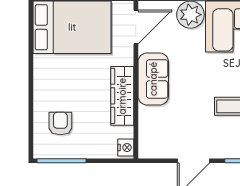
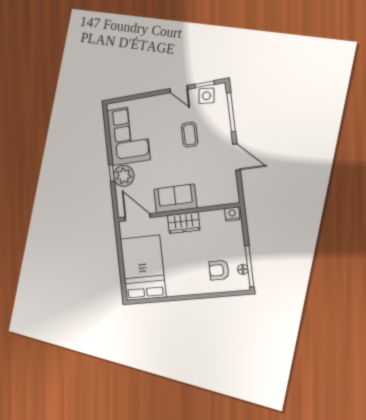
wardrobe: (122, 96) -> (184, 223), width x0.67
floor lamp: (59, 152) -> (243, 269), added

